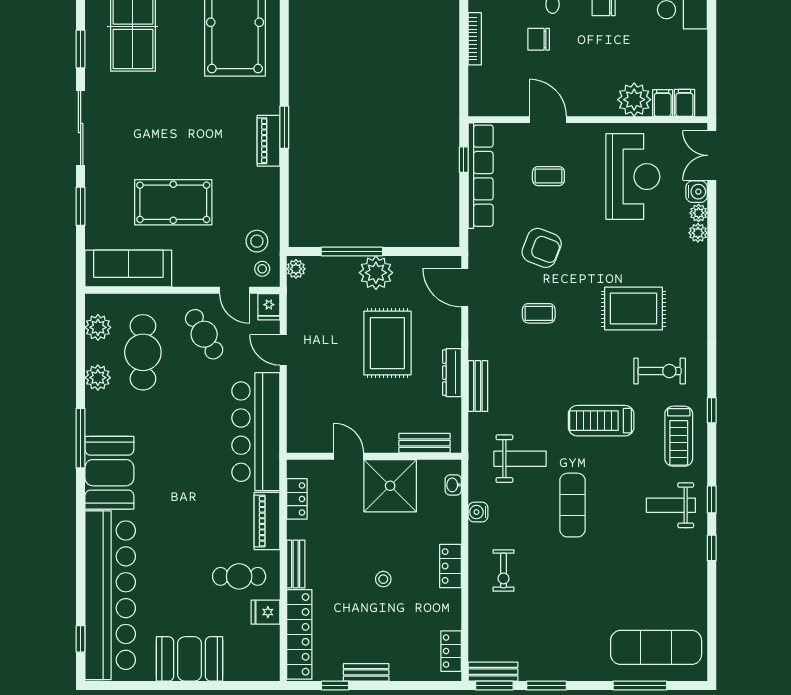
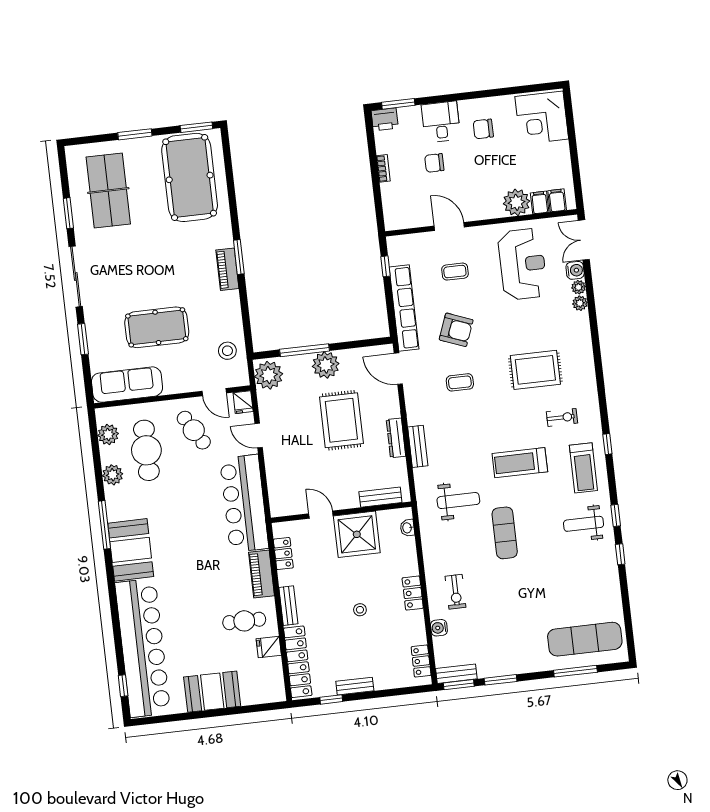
bookcase: (475, 39) -> (383, 168), width x0.64
row of seats: (481, 176) -> (404, 308), moved
stool: (262, 269) -> (234, 372), removed
plant: (296, 269) -> (269, 375), width x1.88, depth x1.88
exercise bike: (660, 371) -> (562, 417), width x0.73, depth x0.72
water cooler: (478, 512) -> (439, 628), moved

